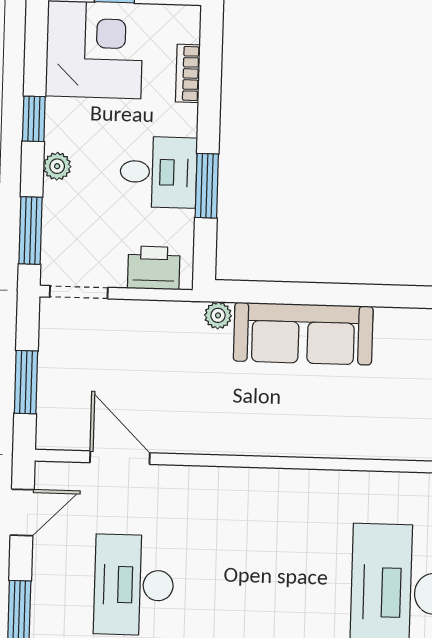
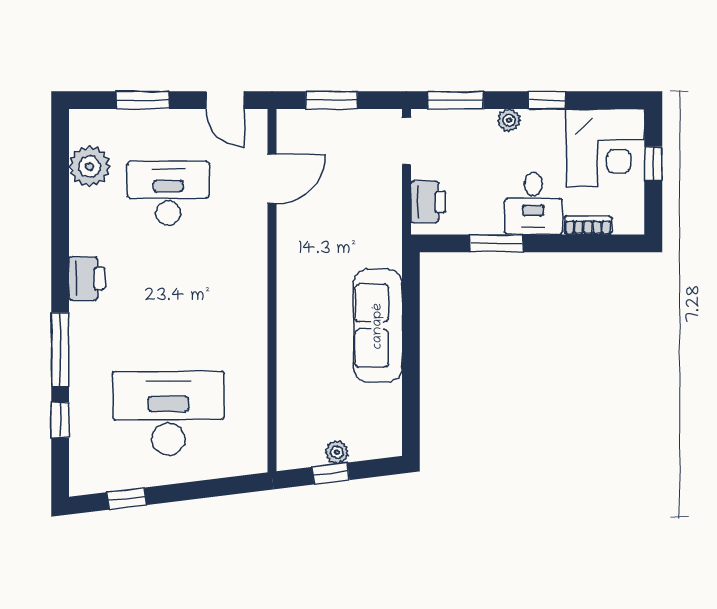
desk: (158, 172) -> (533, 203), moved
plant: (218, 315) -> (391, 256), removed

